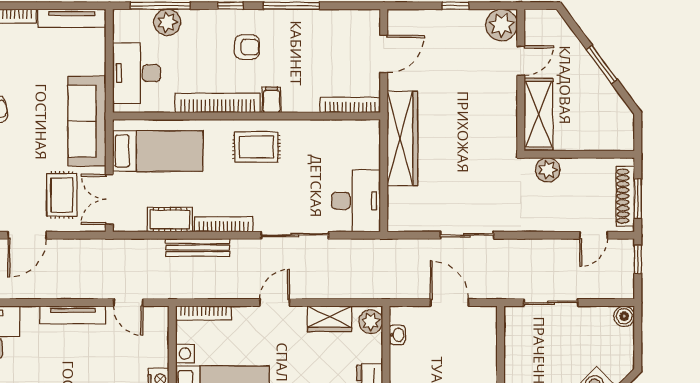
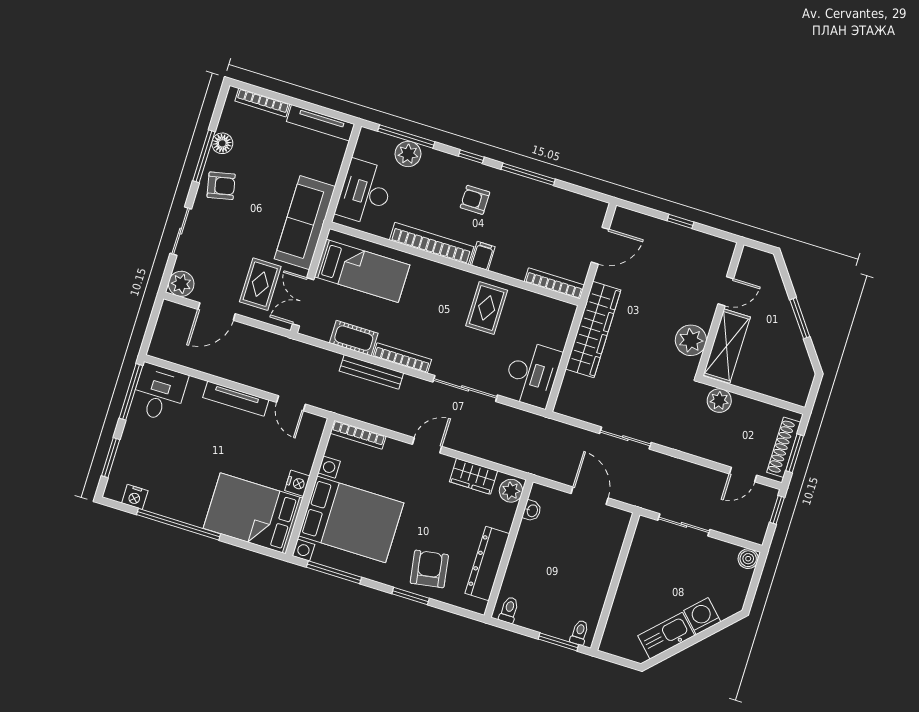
plant: (502, 25) -> (691, 340), moved
armchair: (247, 47) -> (475, 200), turned 180
rug: (256, 147) -> (487, 308), moved, turned 90

